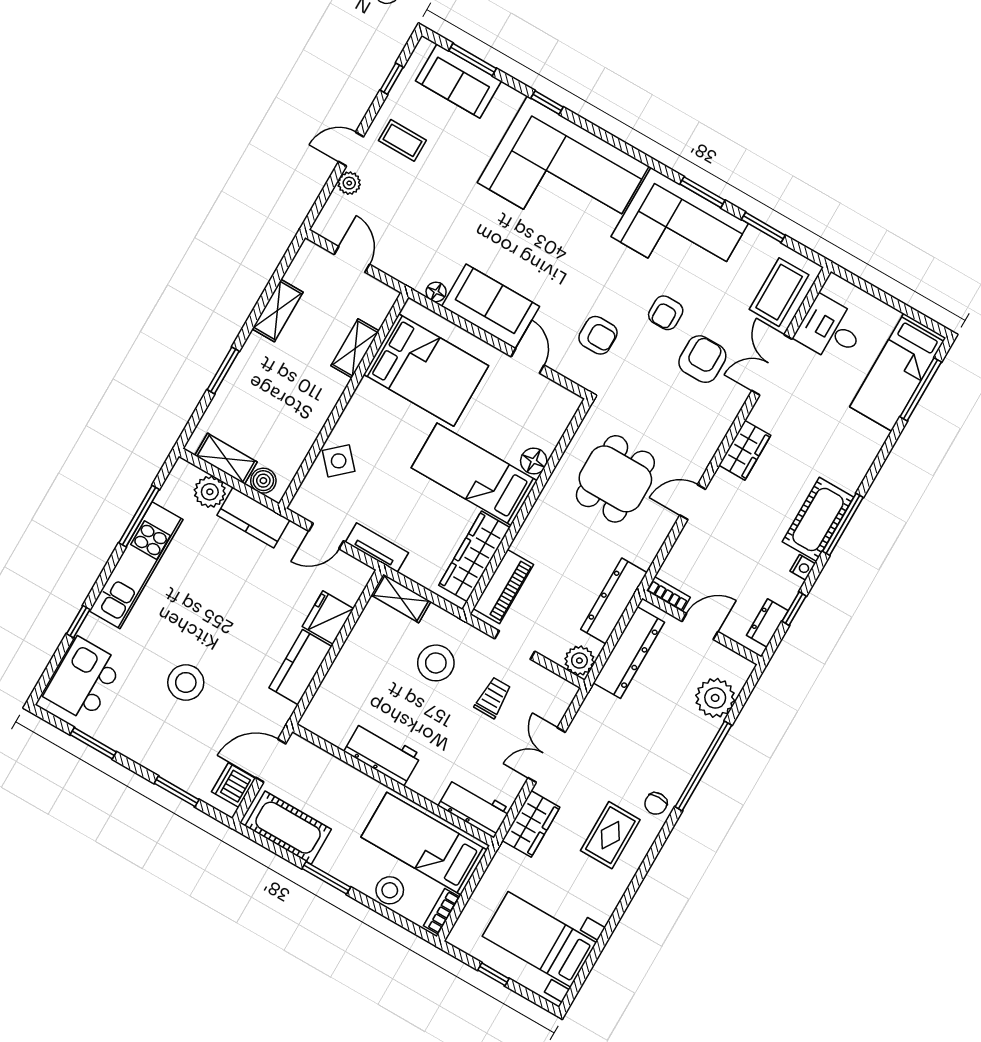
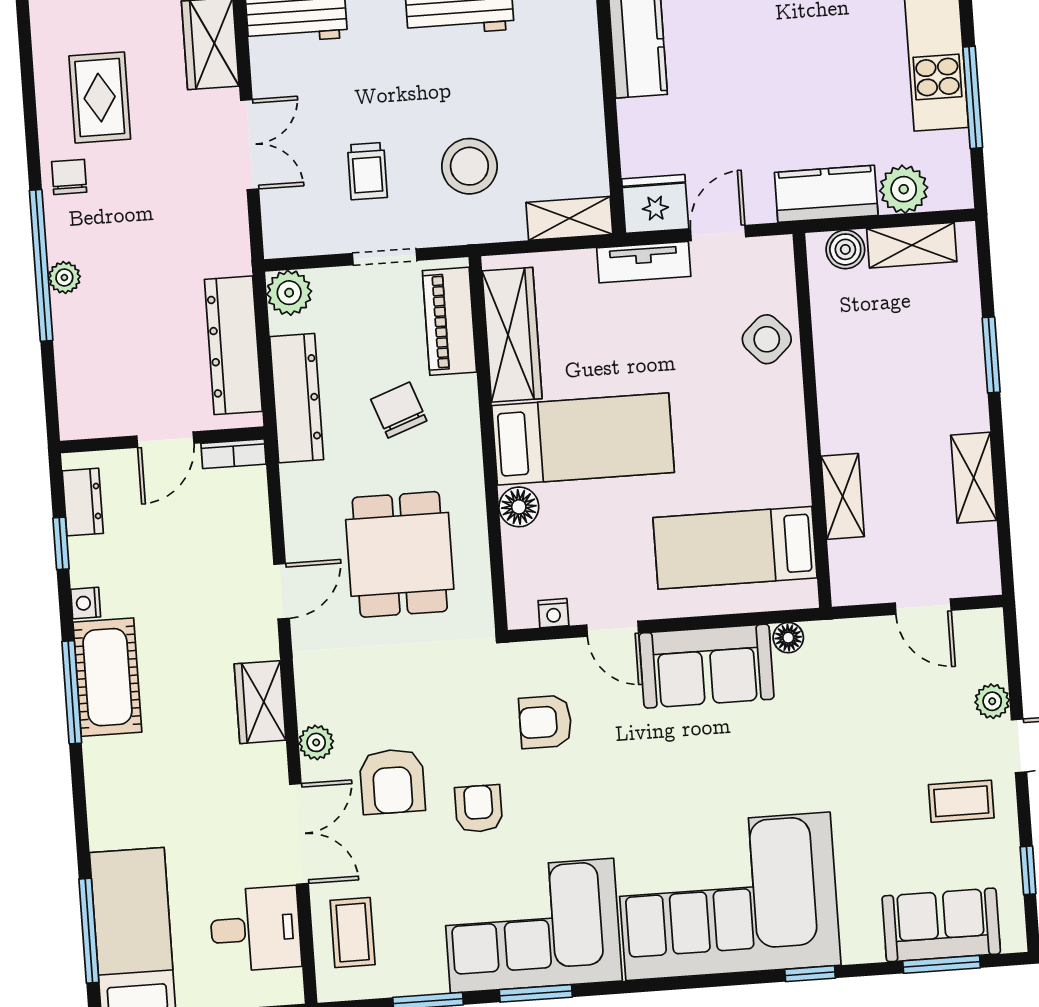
coffee table: (779, 292) -> (353, 932), width x0.73, depth x0.77
bed: (426, 370) -> (735, 548), width x0.67
nightstand: (554, 391) -> (553, 613), added
plant: (729, 408) -> (316, 742), added
chair: (563, 557) -> (399, 410), added
fridge: (328, 618) -> (655, 204), moved, turned -90
plant: (715, 698) -> (64, 277), moved, width x0.53, depth x0.53

